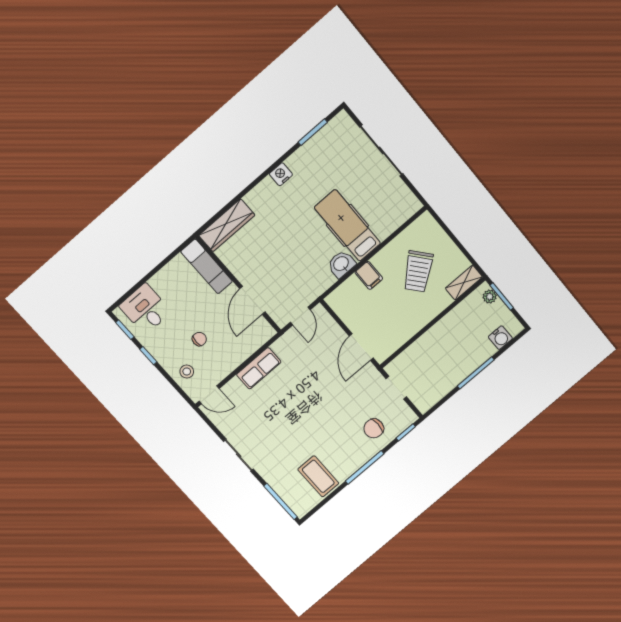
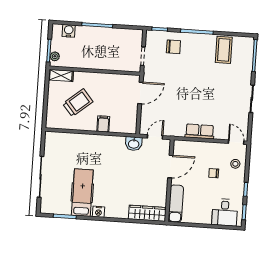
hospital bed: (347, 225) -> (82, 193), moved, turned 180
washbasin: (341, 264) -> (134, 144), moved

